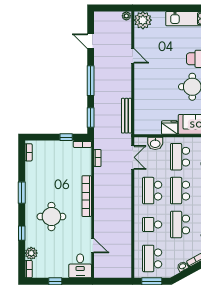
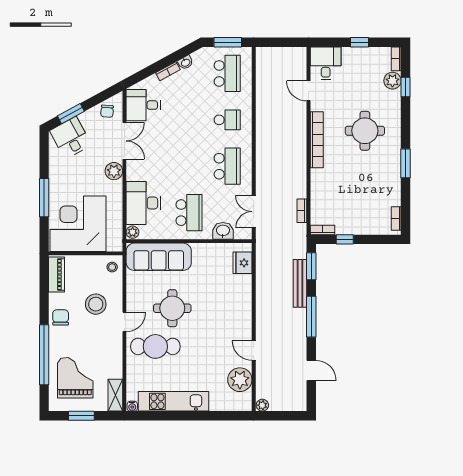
plant: (143, 20) -> (240, 380), moved
bench: (126, 116) -> (300, 283), moved
fridge: (170, 128) -> (243, 263), moved, turned 90
school desk: (180, 191) -> (189, 166), removed
bookcase: (87, 196) -> (317, 140), moved
school desk: (180, 224) -> (189, 120), removed
window: (22, 233) -> (406, 87), moved

